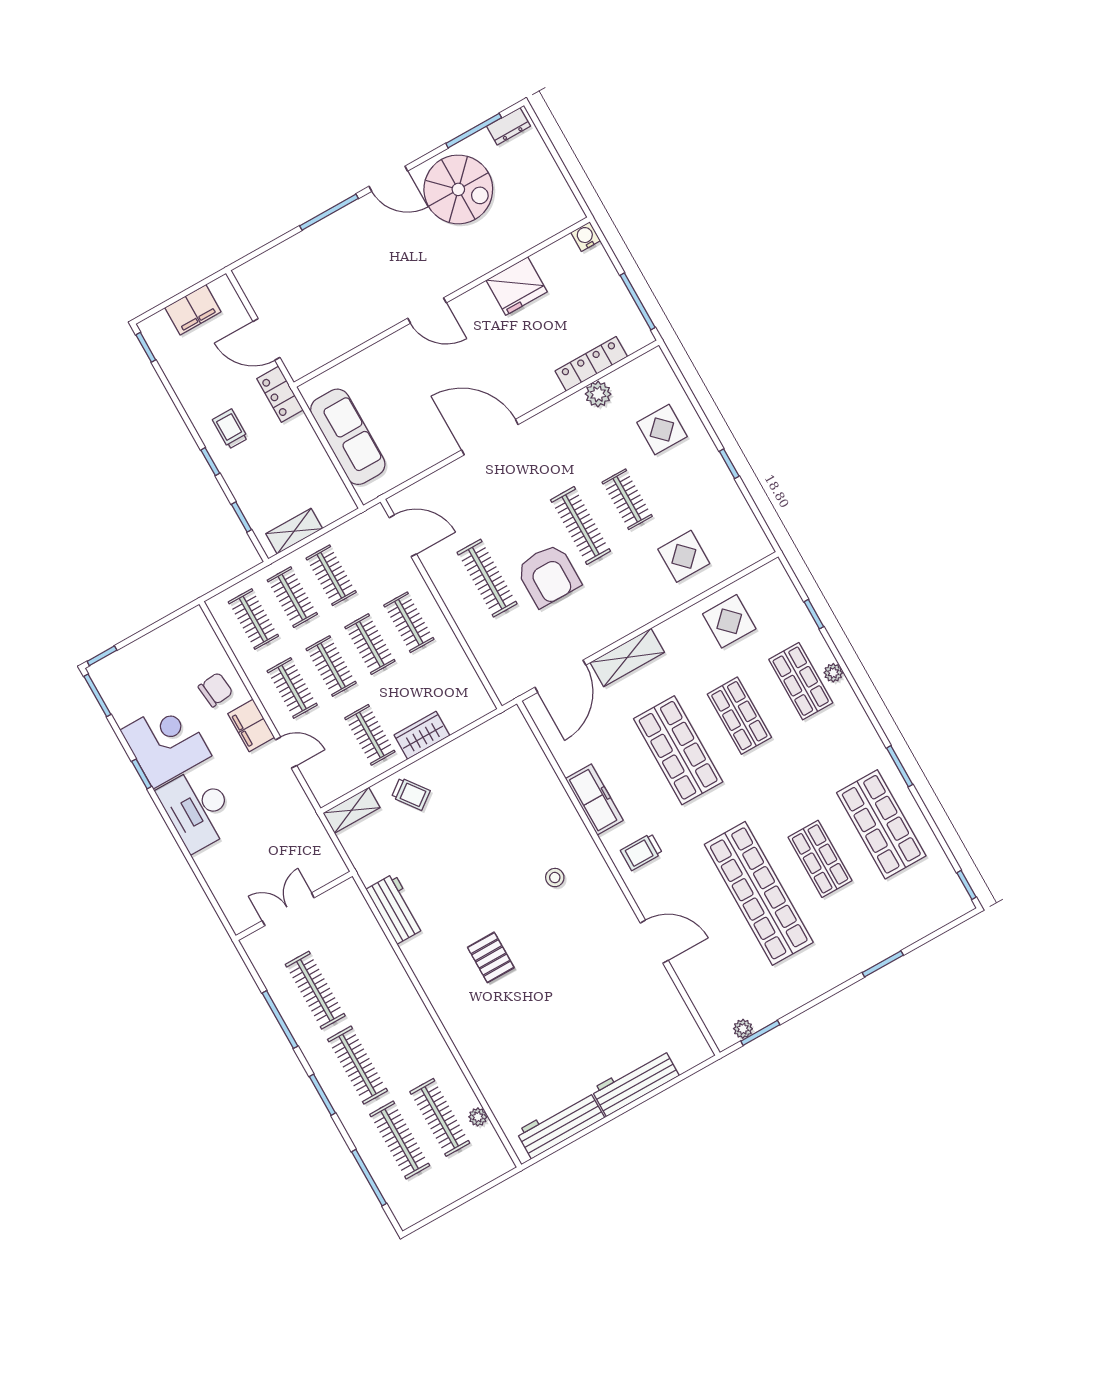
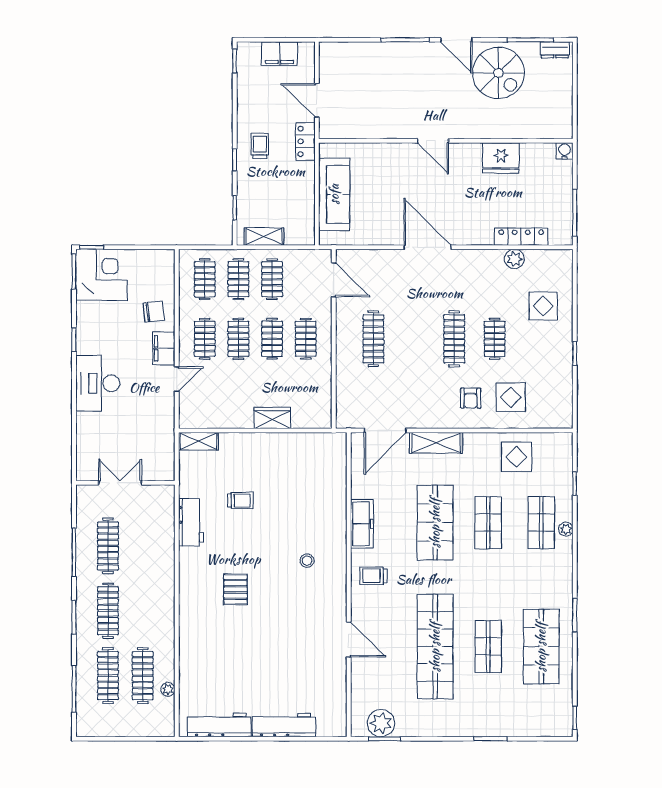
armchair: (548, 575) -> (471, 398), moved, width x0.53, depth x0.53
clothes rail: (370, 735) -> (238, 398), removed
corner desk: (166, 743) -> (101, 275), moved
door: (286, 753) -> (177, 379), hinge flipped
trolley: (411, 794) -> (240, 500), moved, turned -53
plant: (743, 1029) -> (381, 723), width x1.87, depth x1.87

